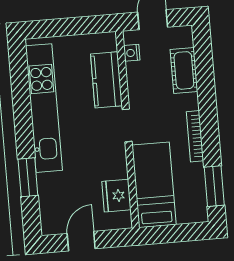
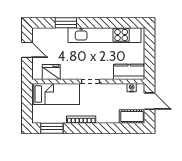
cot: (184, 70) -> (132, 116), moved
kitchen counter: (106, 80) -> (129, 72), moved

